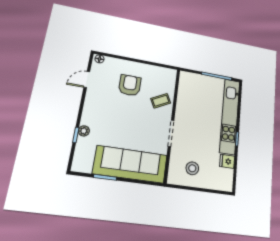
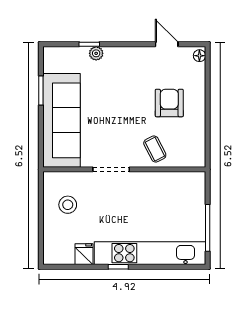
armchair: (130, 85) -> (169, 103), turned -90

